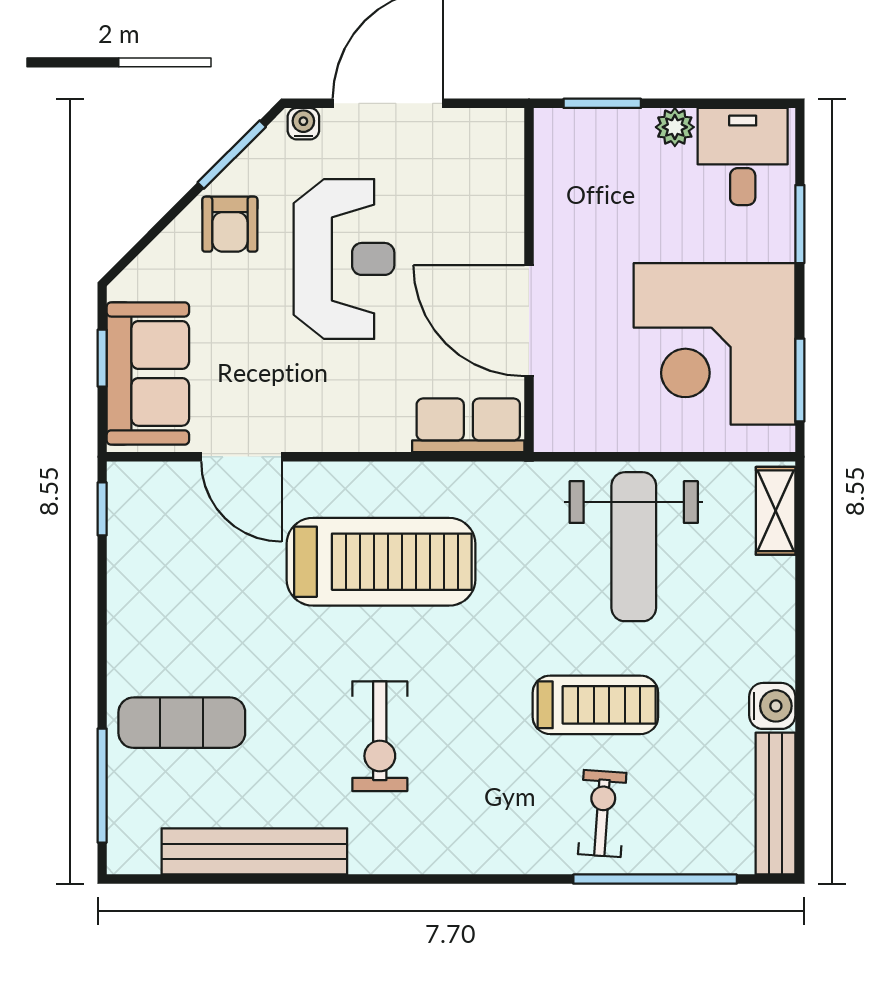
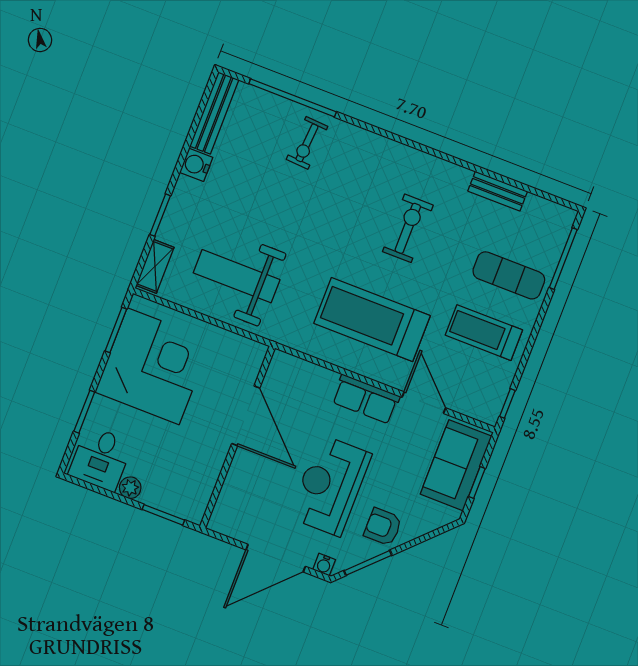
armchair: (230, 224) -> (383, 527), turned -90
row of seats: (468, 425) -> (366, 399), moved
weight bench: (634, 547) -> (237, 276), turned -90
window: (800, 599) -> (160, 215), added
treadmill: (595, 705) -> (484, 333), moved
bench: (254, 851) -> (498, 191), width x0.54, depth x0.82

